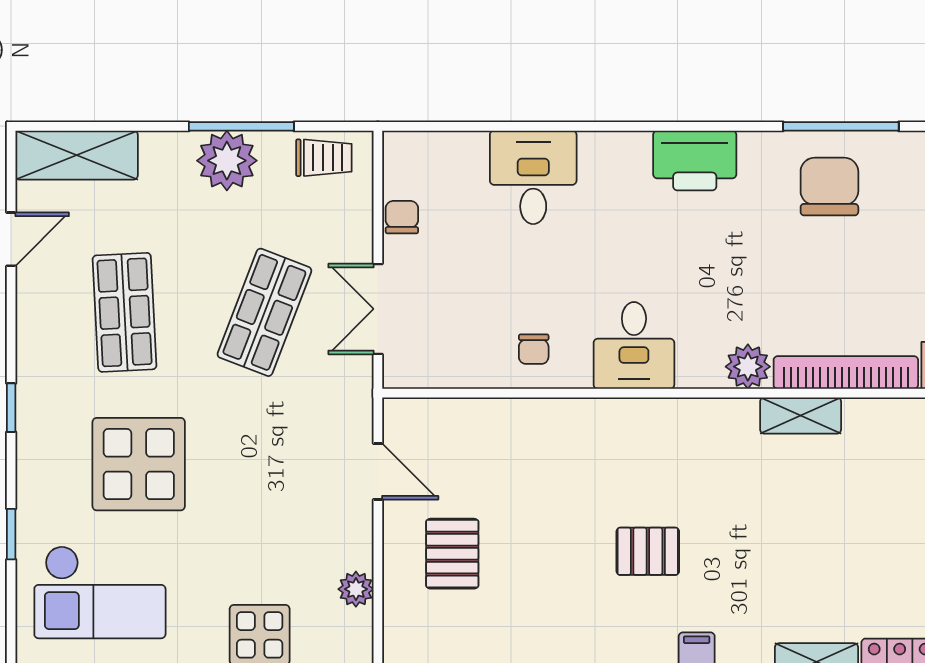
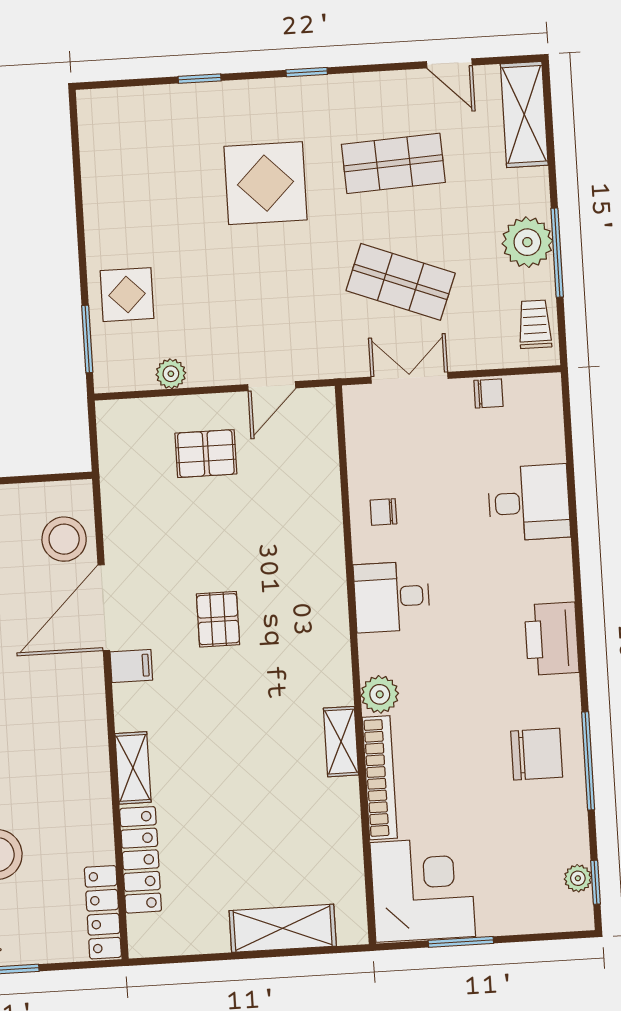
trolley: (324, 158) -> (535, 324), turned 180
checkout: (100, 592) -> (155, 157), removed

